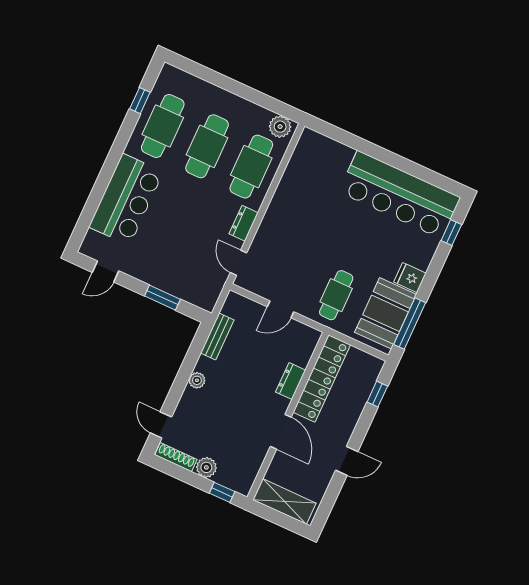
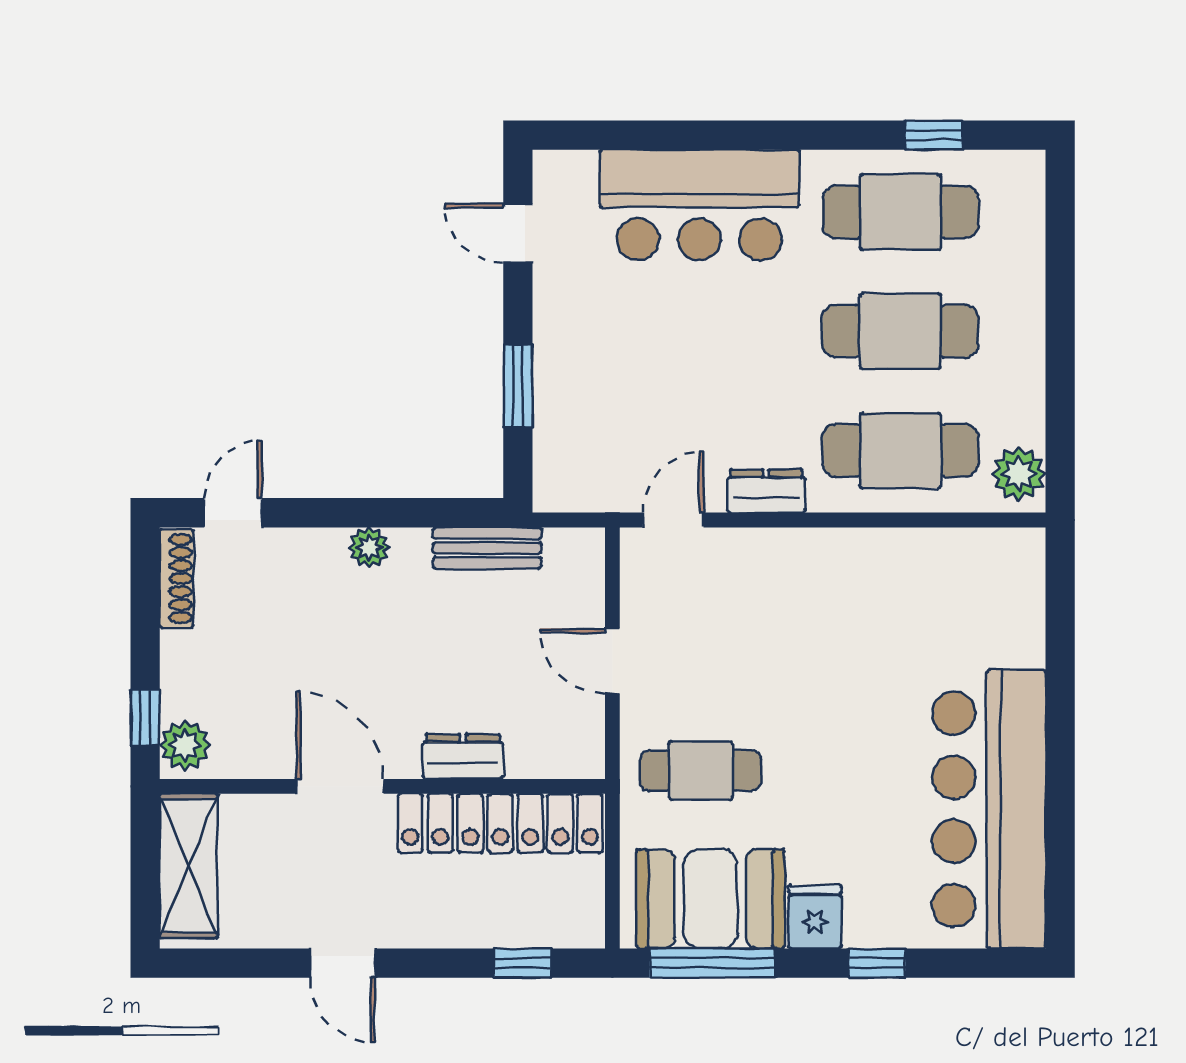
window: (451, 233) -> (877, 963), moved
door: (281, 432) -> (340, 786), swing flipped
plant: (206, 467) -> (185, 745), moved

